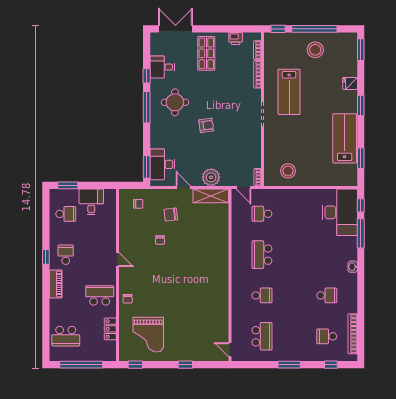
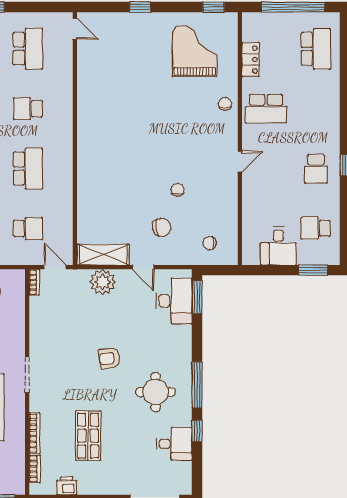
shop shelf: (206, 53) -> (88, 436), moved
door: (117, 259) -> (240, 162), swing flipped
piano: (56, 284) -> (331, 125), removed
school desk: (66, 336) -> (316, 49), turned 90
school desk: (262, 336) -> (28, 49), turned 180

